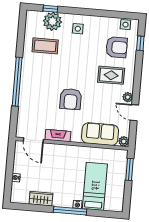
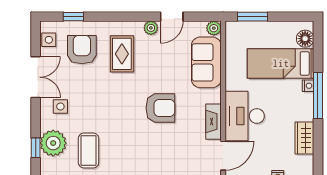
double door: (100, 13) -> (36, 77), added
desk: (60, 158) -> (245, 116), added
floor lamp: (111, 205) -> (305, 39), added

